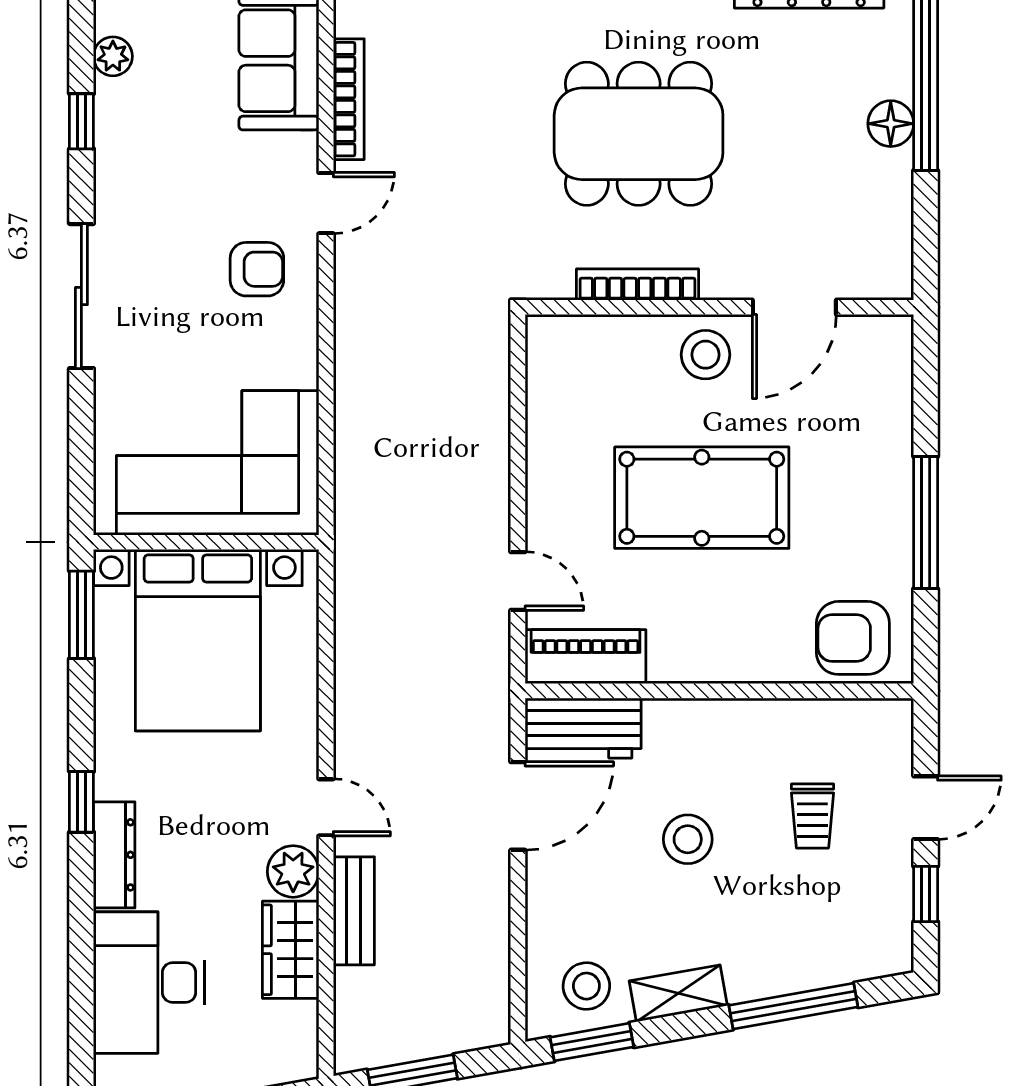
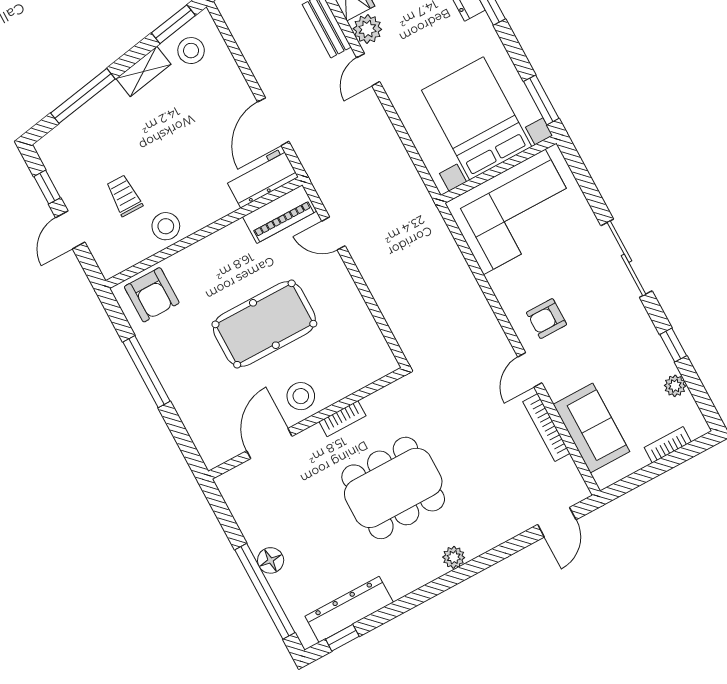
bookcase: (637, 284) -> (342, 419), width x0.64
armchair: (853, 638) -> (152, 295), turned 90
door: (326, 807) -> (368, 70), hinge flipped
stool: (688, 839) -> (166, 226), moved

